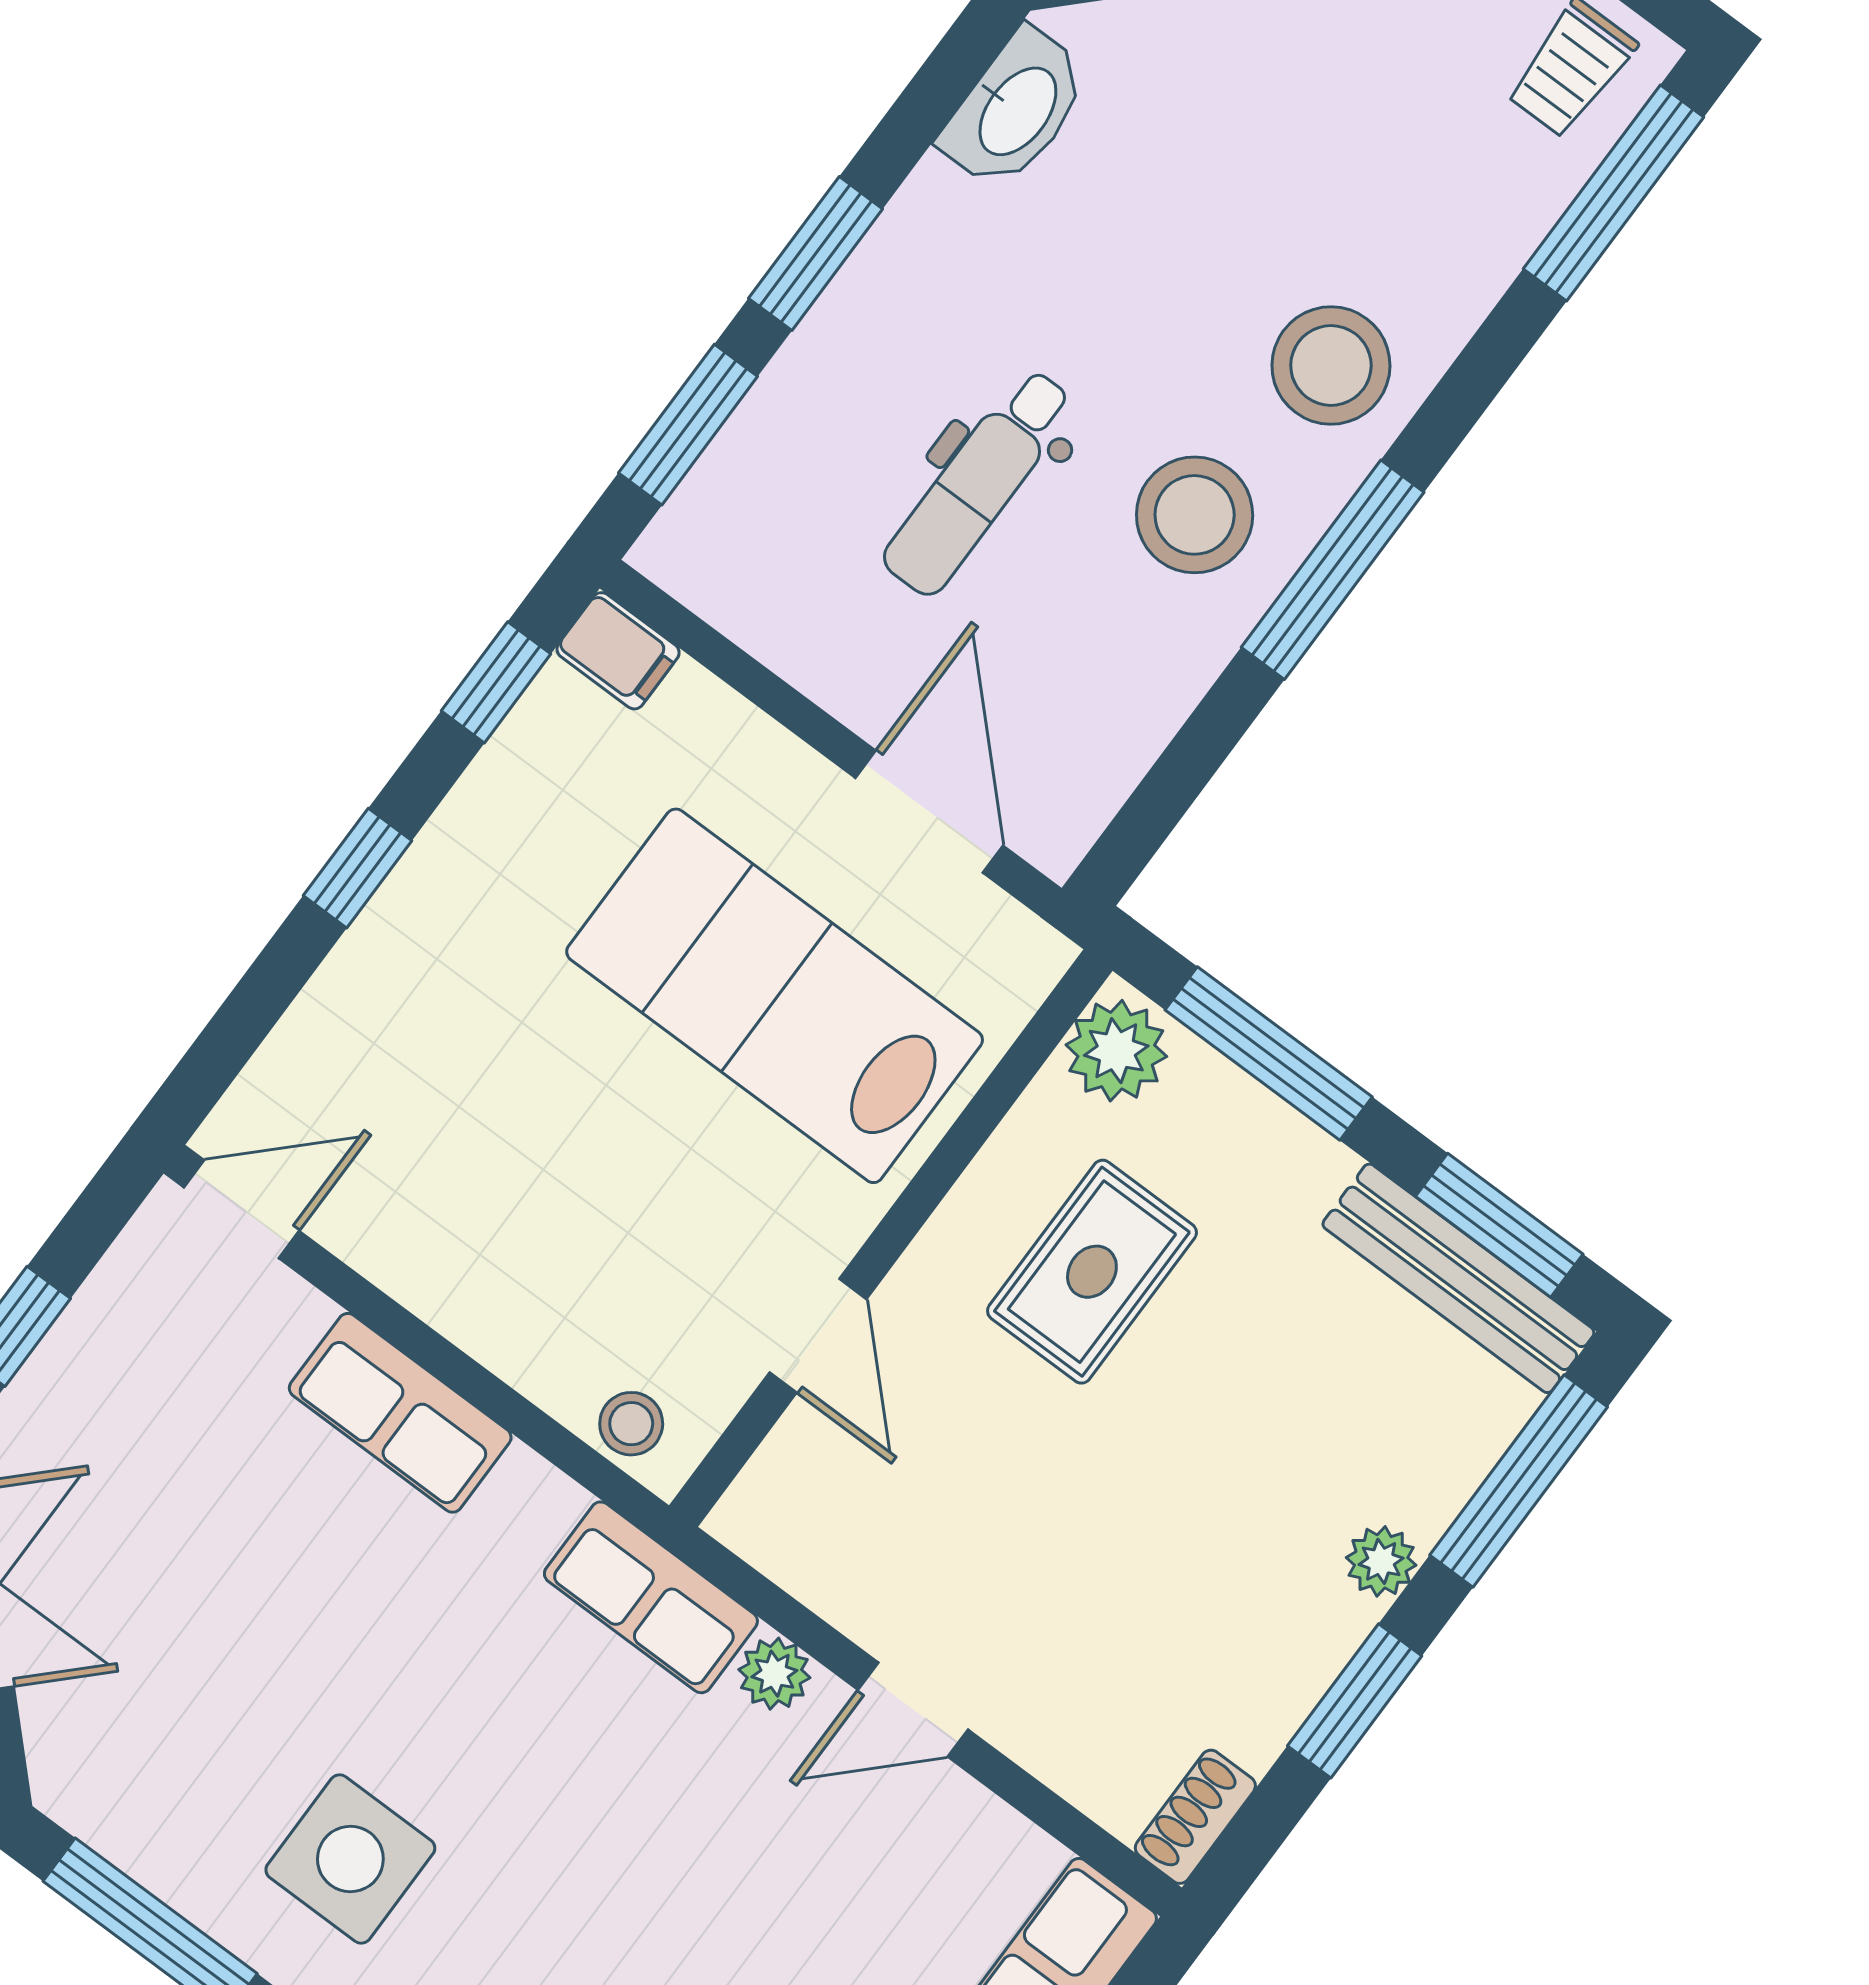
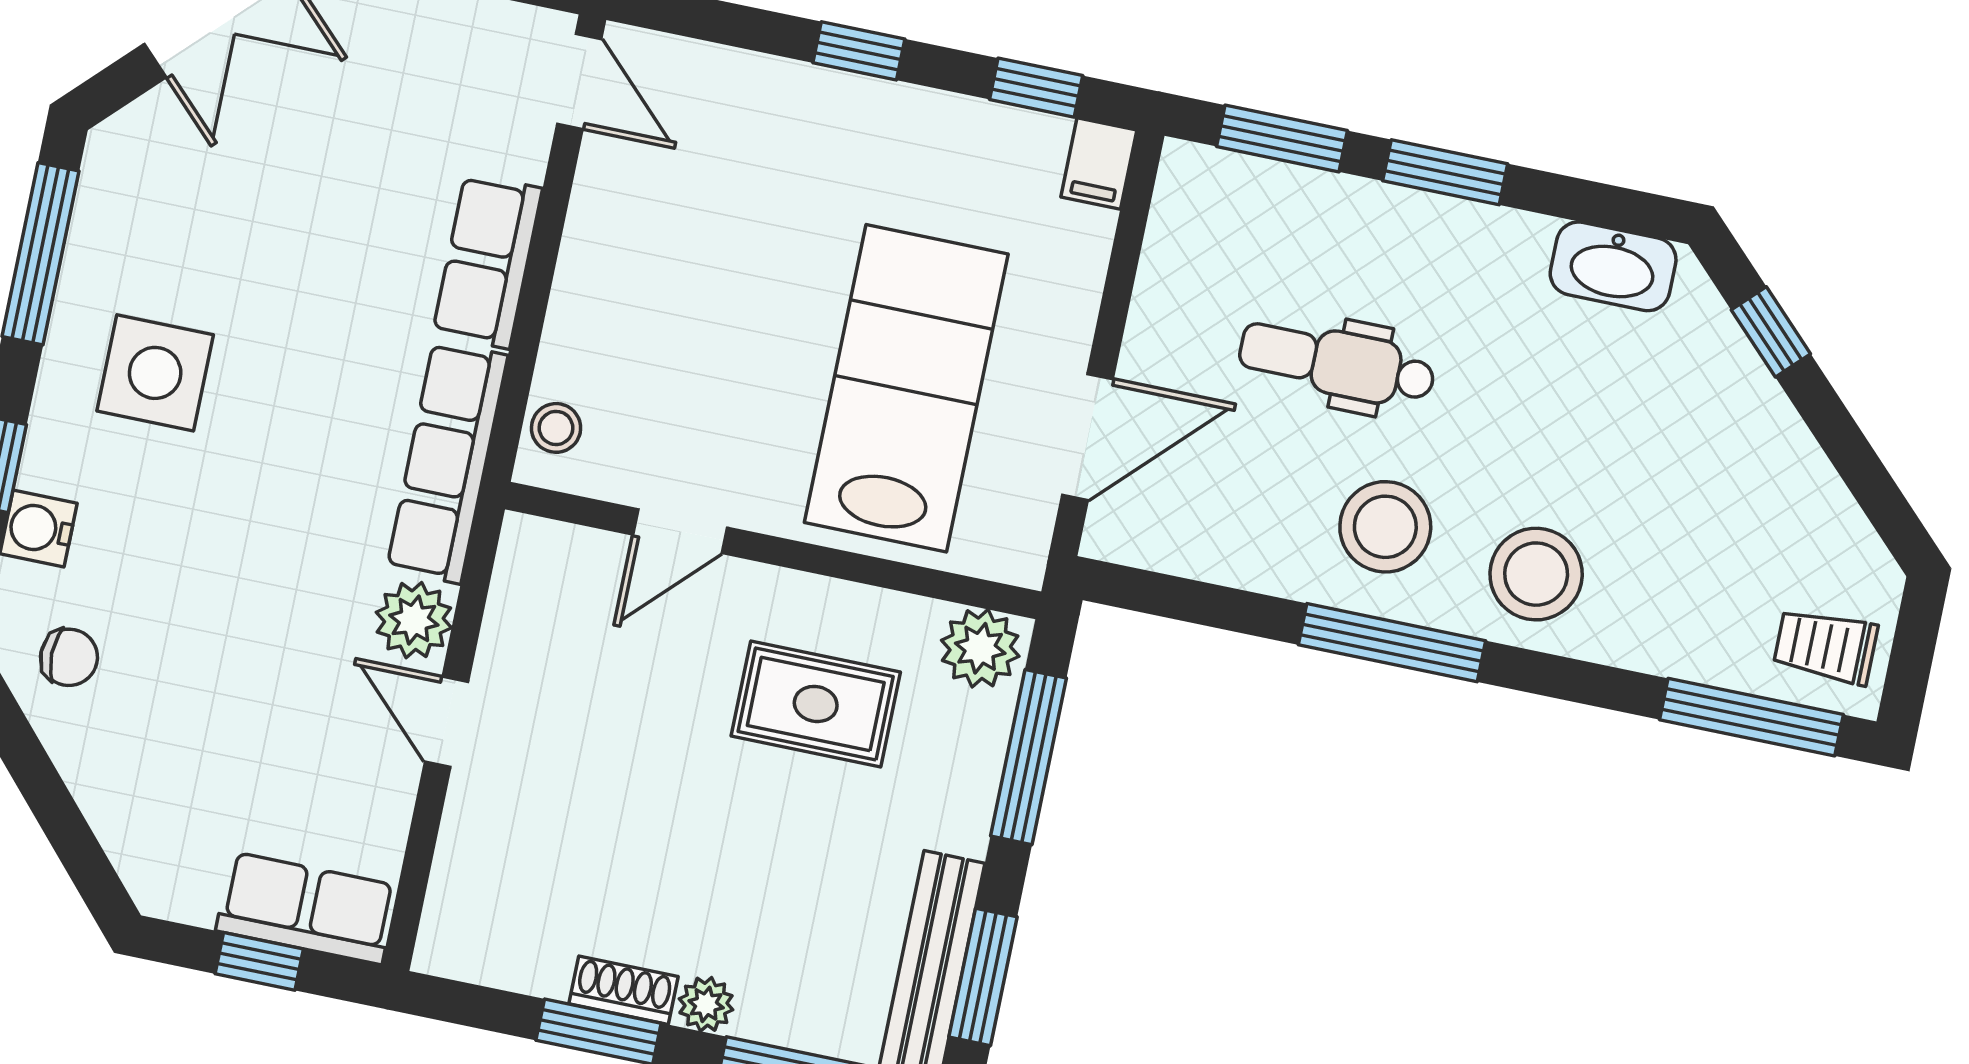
row of seats: (651, 1597) -> (447, 462), width x1.48
plant: (774, 1674) -> (414, 620), width x1.38, depth x1.38
shoe rack: (1195, 1817) -> (623, 990), moved

